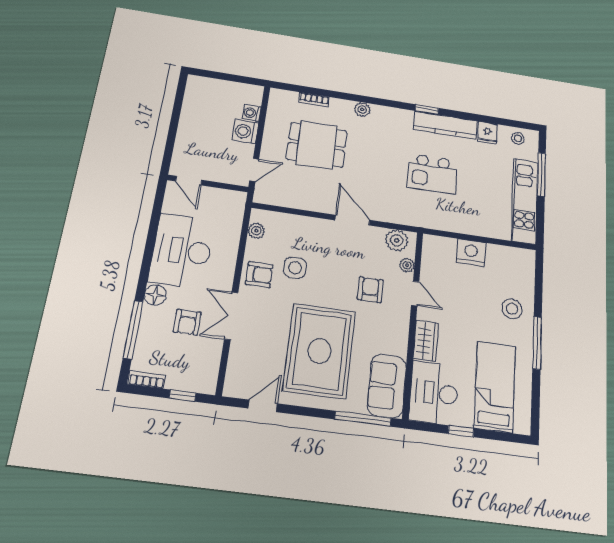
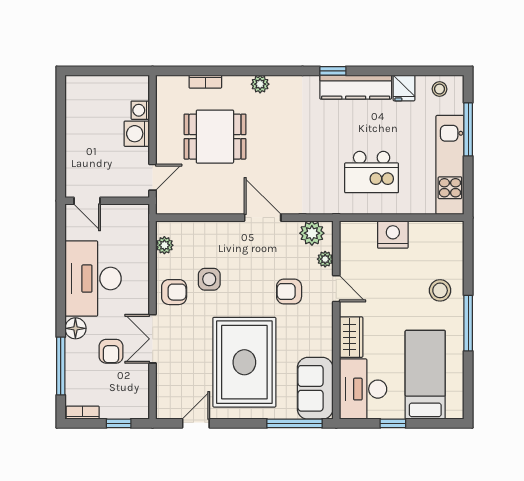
kitchen island: (432, 174) -> (372, 172), moved
armchair: (370, 290) -> (289, 291), turned -90

